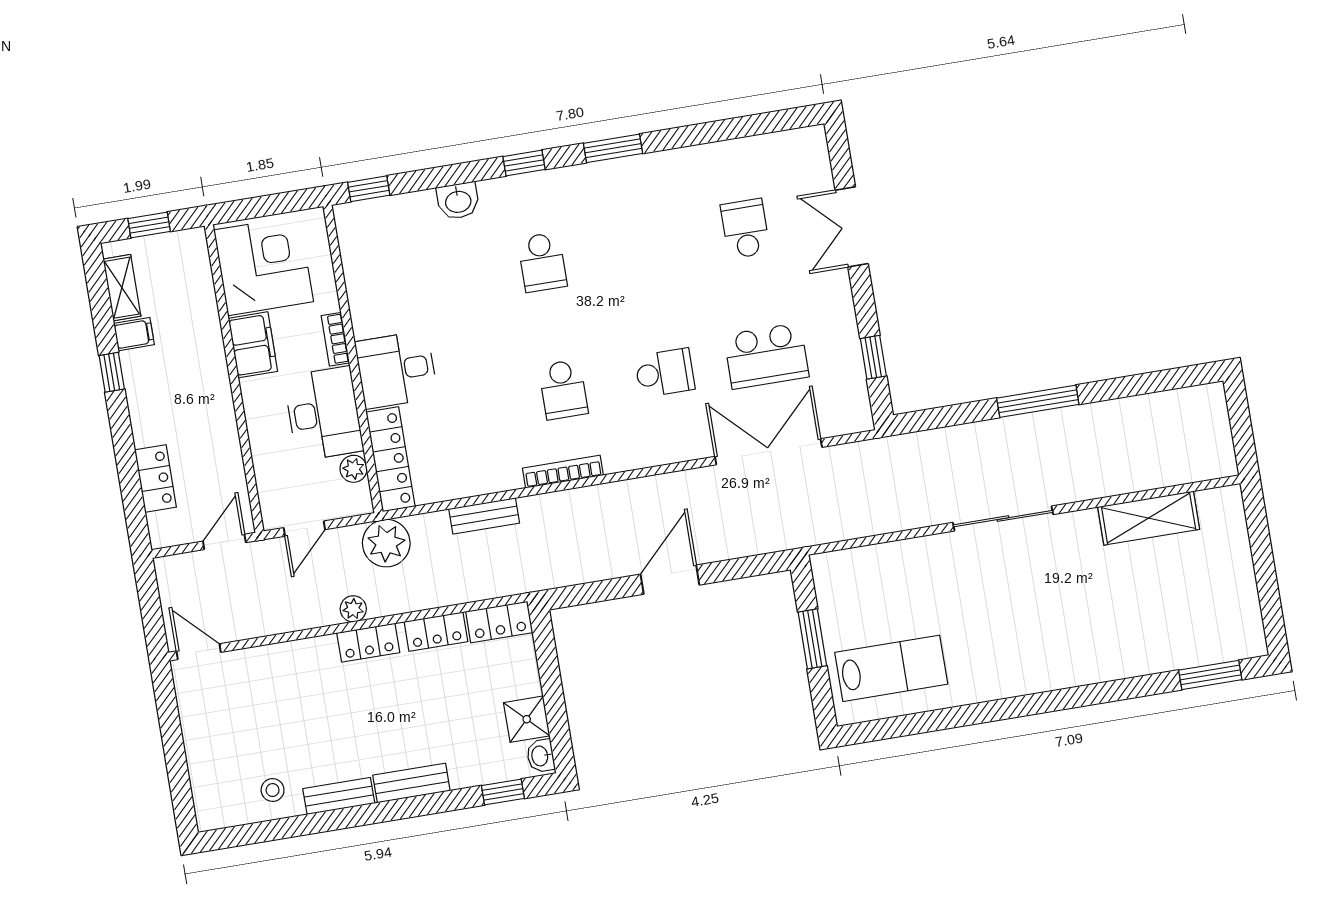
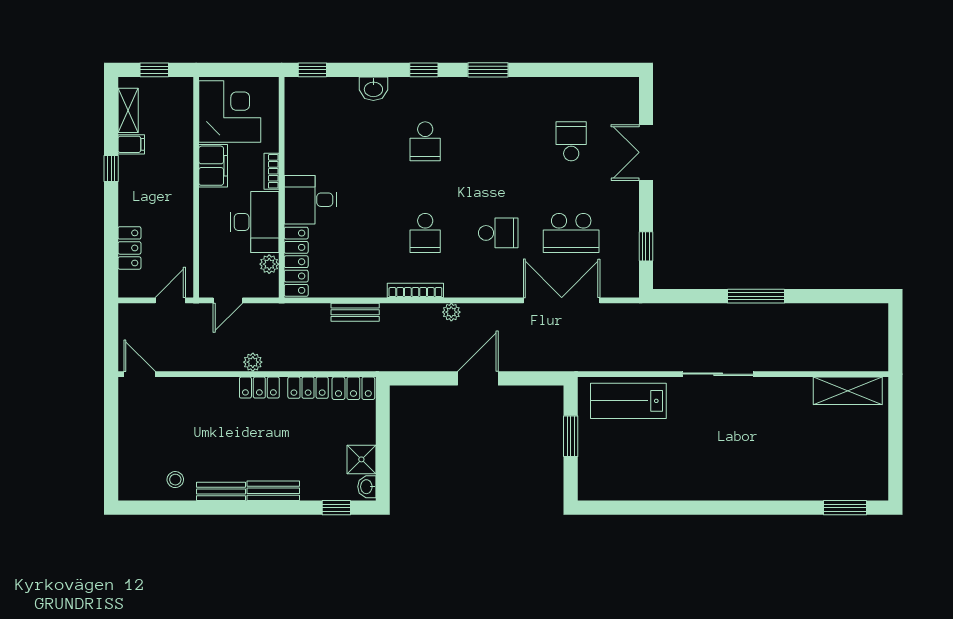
shelving: (1149, 518) -> (848, 391), moved
plant: (386, 543) -> (451, 312), moved, width x0.53, depth x0.53
lab bench: (891, 668) -> (628, 401), moved, turned 180

